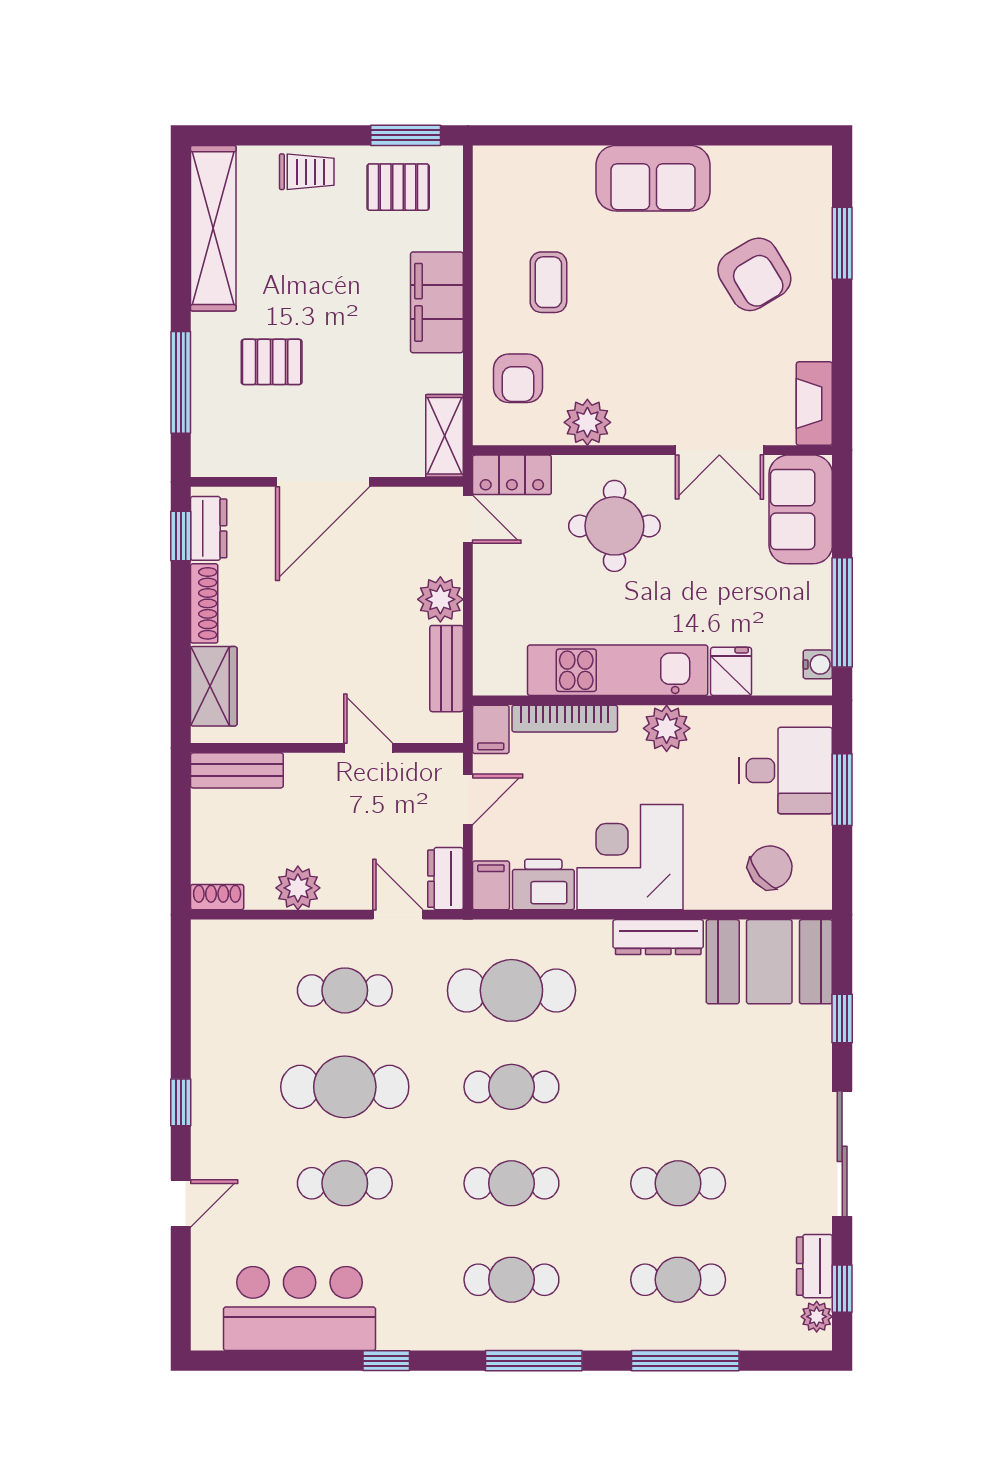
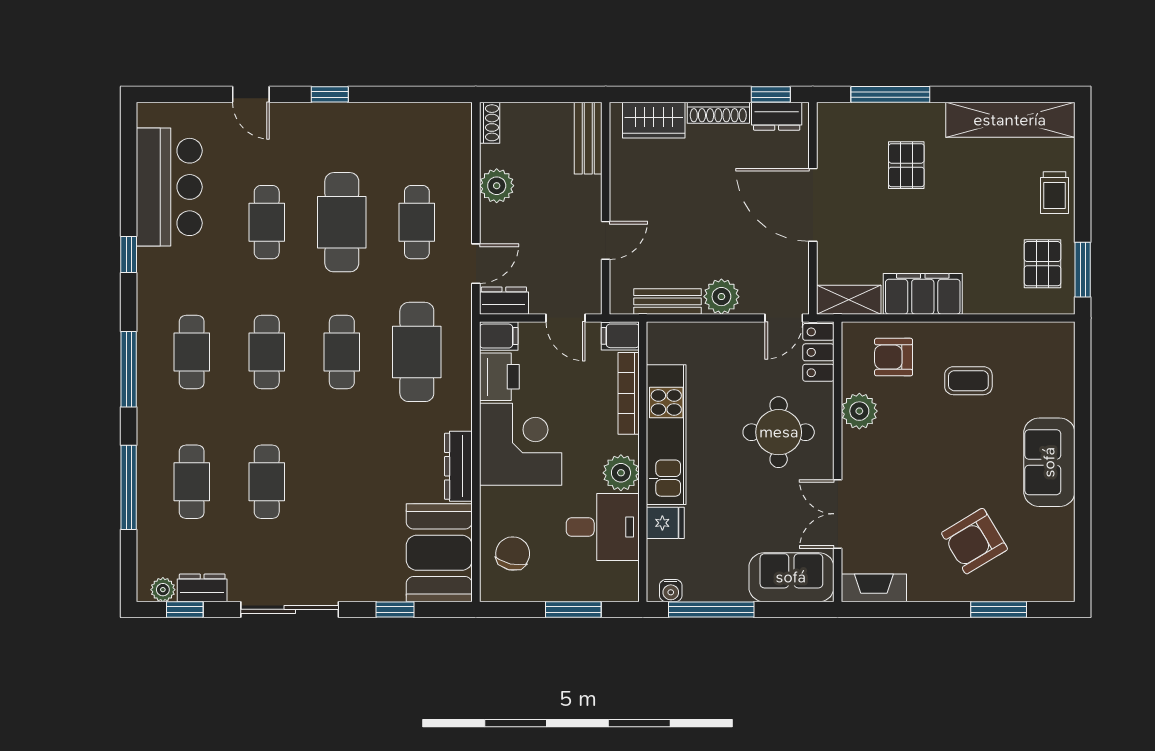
filing cabinet: (437, 302) -> (923, 294), moved
desk: (786, 770) -> (603, 527), moved, turned -90
chair: (770, 867) -> (513, 554), turned -127

